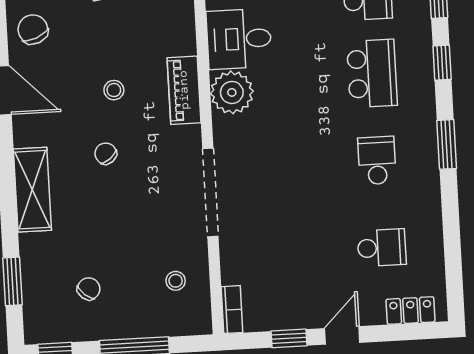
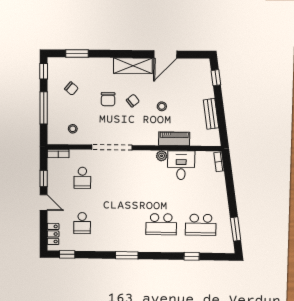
chair: (33, 29) -> (108, 99), moved, turned 112
window: (442, 63) -> (67, 254), moved
piano: (184, 90) -> (174, 139), moved
plant: (232, 92) -> (162, 156), width x0.53, depth x0.53
school desk: (377, 160) -> (82, 178), moved, turned 90
shelving: (32, 190) -> (133, 66), moved

